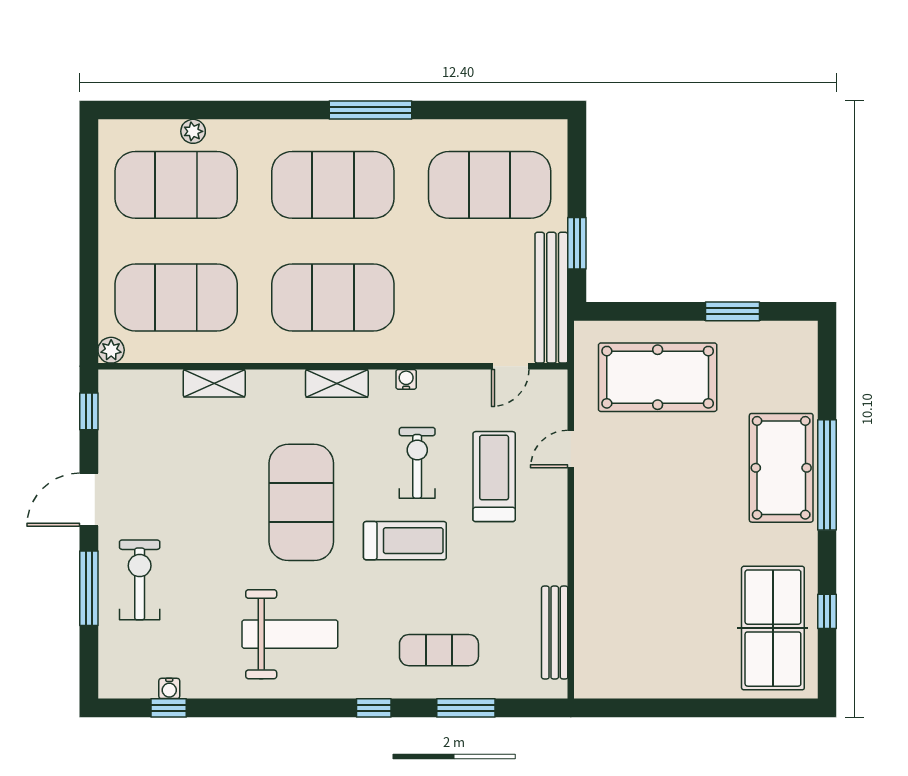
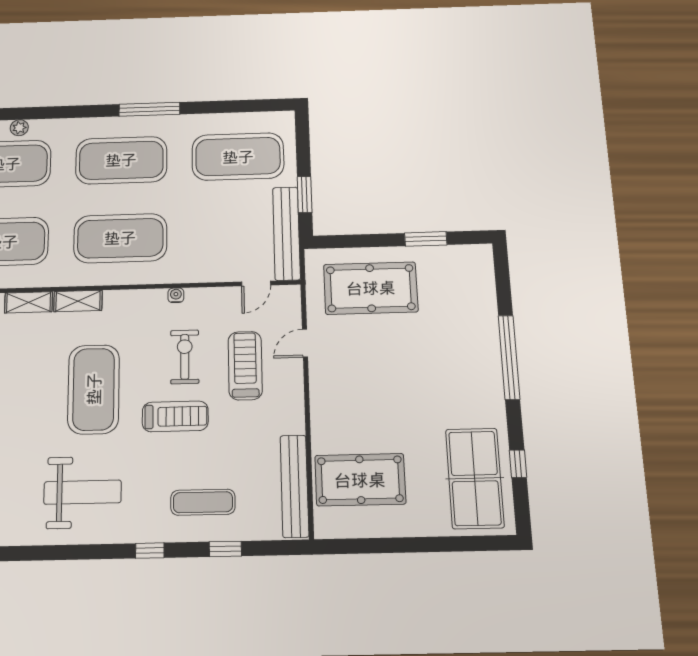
shelving: (337, 383) -> (78, 301), moved
pool table: (781, 468) -> (360, 480), moved, turned 90
bench: (555, 633) -> (294, 486), width x1.37, depth x1.21
window: (466, 708) -> (225, 549), width x0.67

